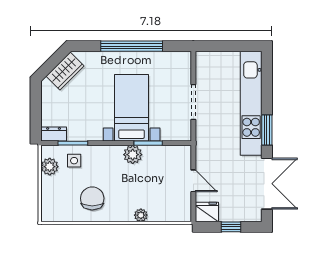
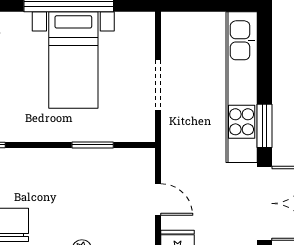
bed with nightstands: (132, 108) -> (73, 60), moved, turned 180
plant: (133, 155) -> (70, 161), removed

